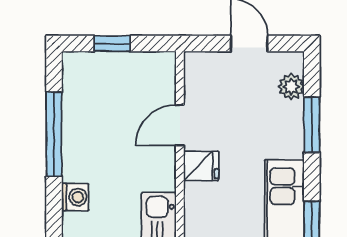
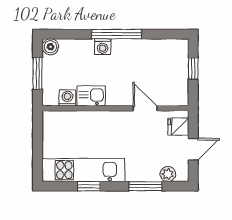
window: (54, 134) -> (117, 34), moved
fridge: (201, 166) -> (178, 127), moved, turned 90

